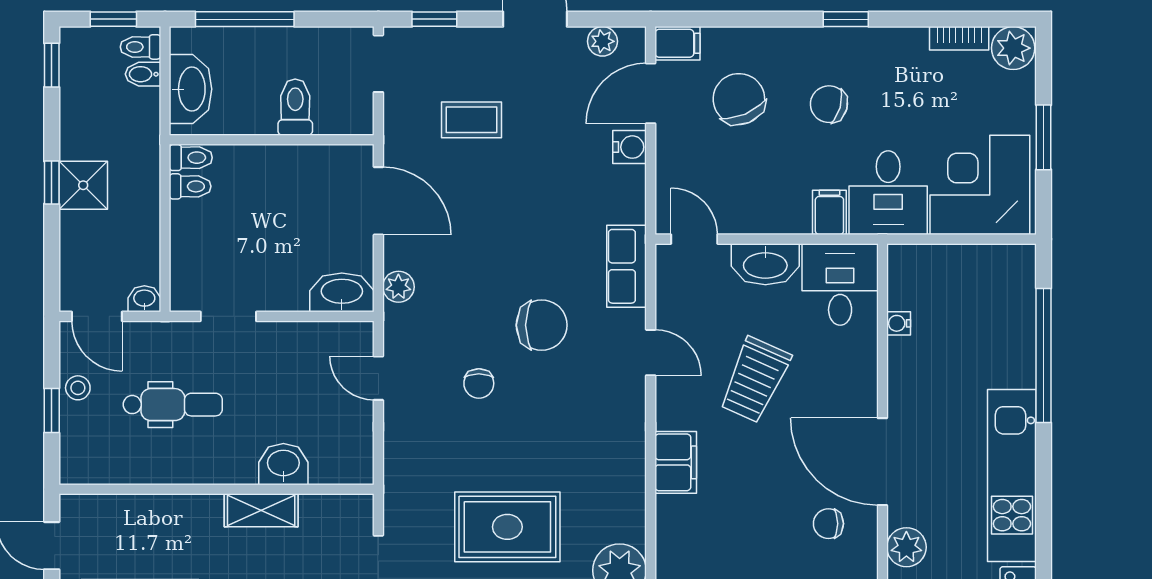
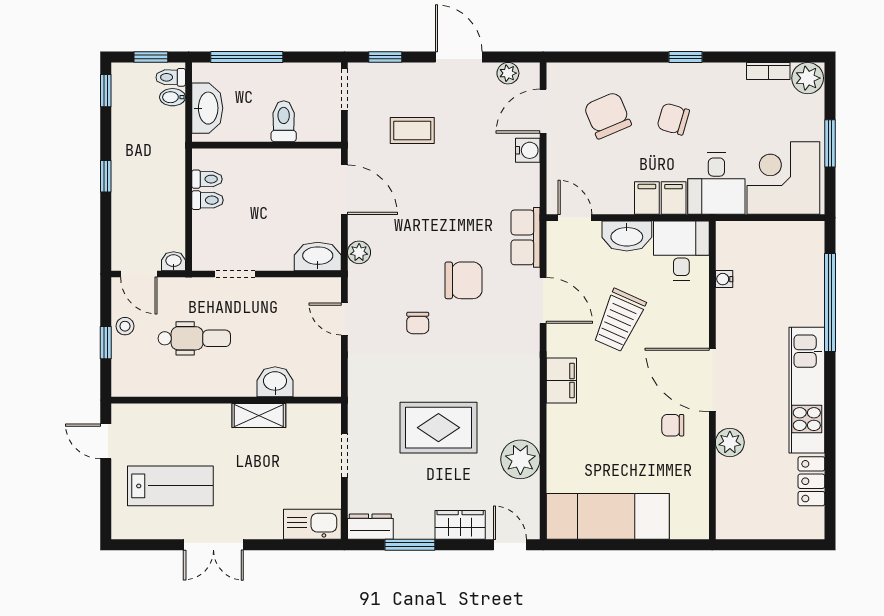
filing cabinet: (677, 43) -> (647, 198), moved, turned -90
toilet: (191, 158) -> (207, 200), moved
shower: (83, 185) -> (129, 178), removed
door: (651, 353) -> (543, 300), width x1.38

